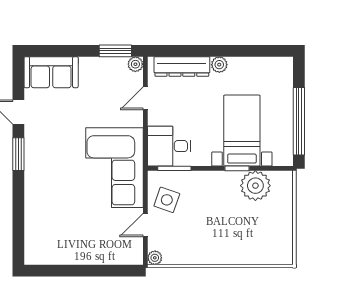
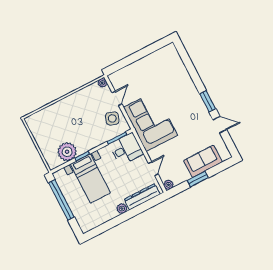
window: (115, 51) -> (198, 179), moved
sofa: (51, 72) -> (203, 161), moved

